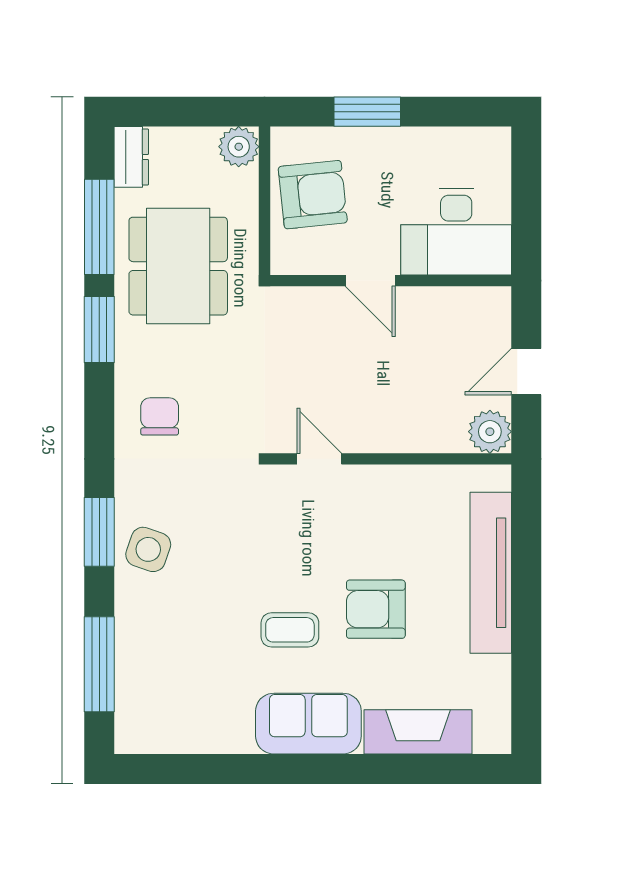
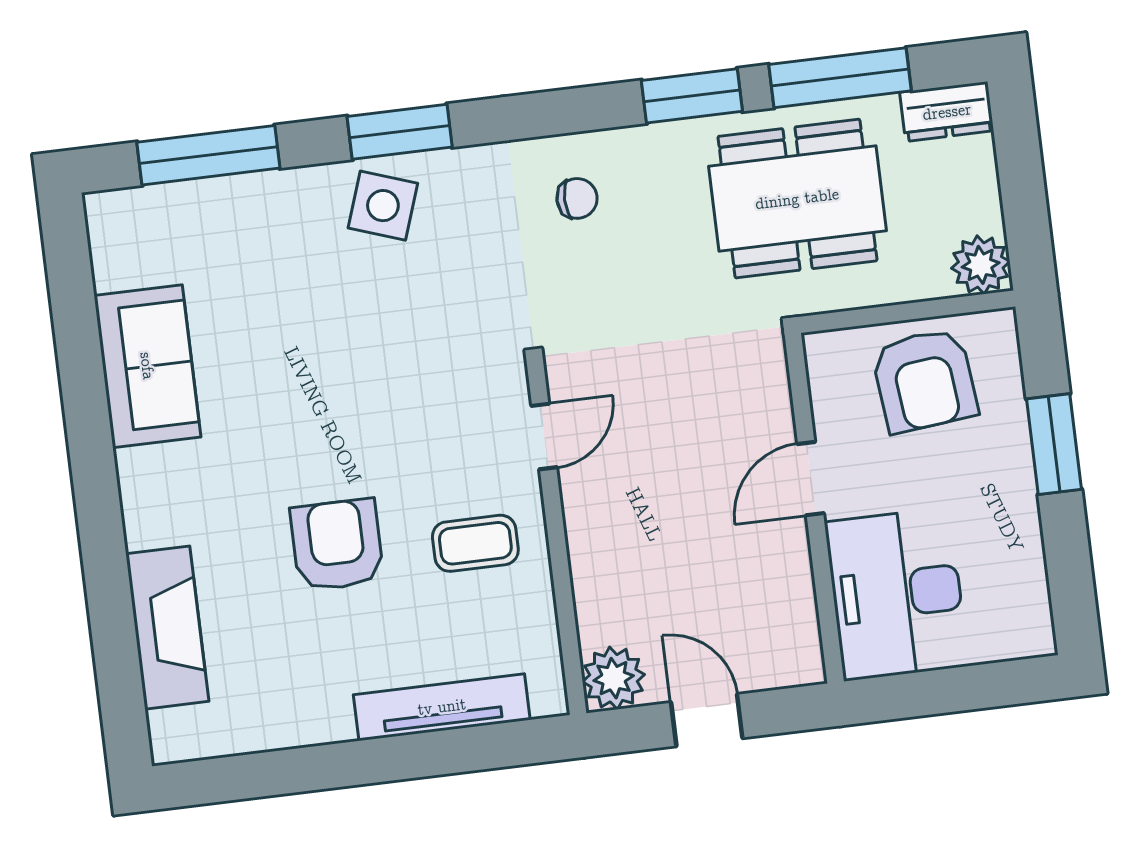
chair: (160, 416) -> (577, 198), width x0.73, depth x0.73
tv unit: (491, 573) -> (442, 707), width x0.73, depth x0.78
coffee table: (290, 630) -> (475, 543), moved, turned 90
sofa: (308, 724) -> (147, 366), moved

